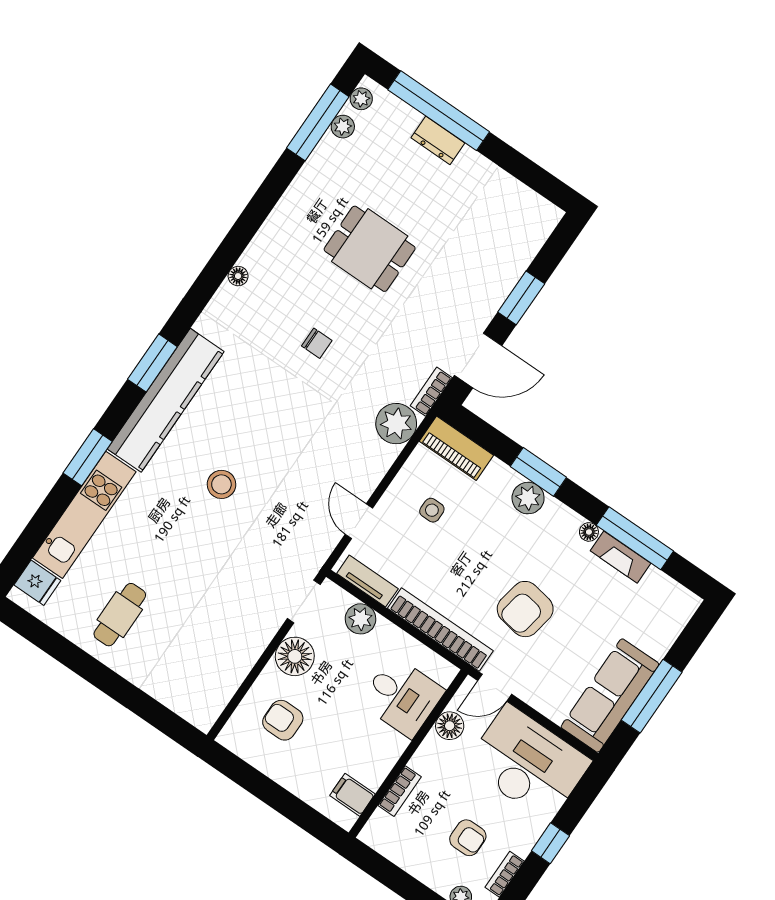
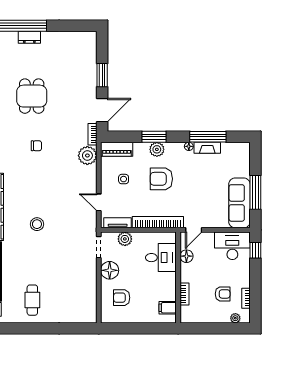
dining table: (370, 249) -> (32, 96), turned 90
armchair: (525, 609) -> (161, 179), moved, turned 80
desk: (528, 763) -> (232, 246), width x0.73, depth x0.77
window: (550, 843) -> (255, 250), moved

